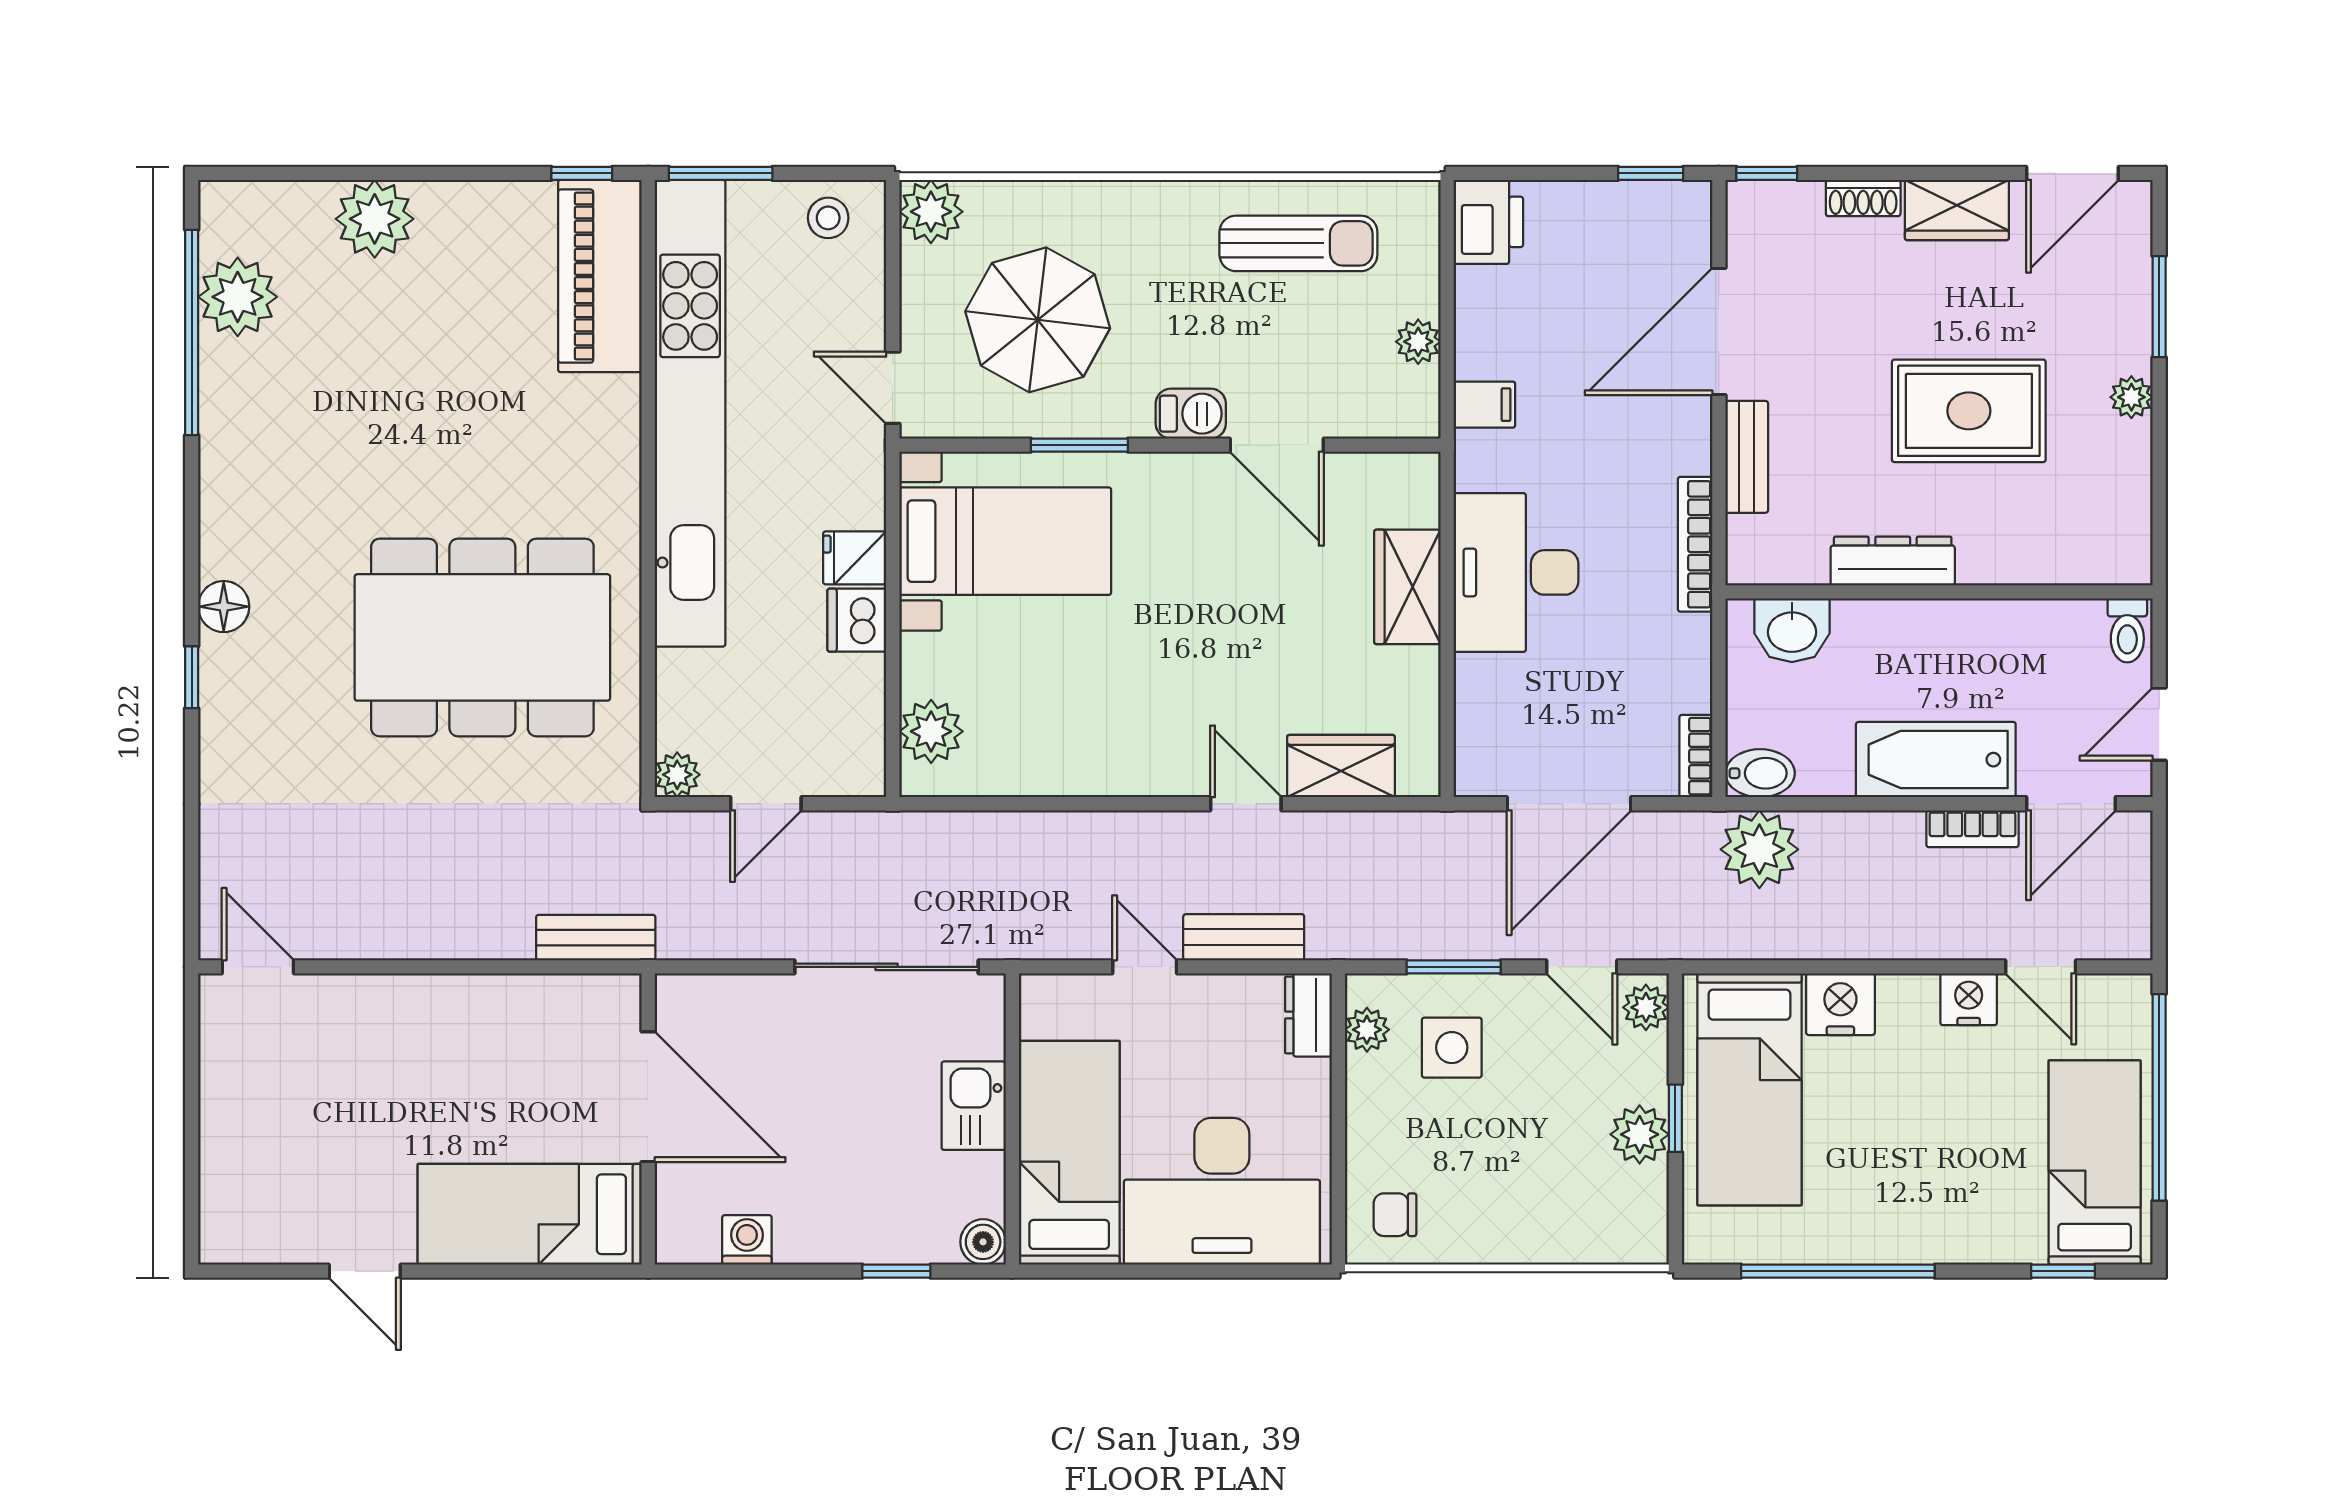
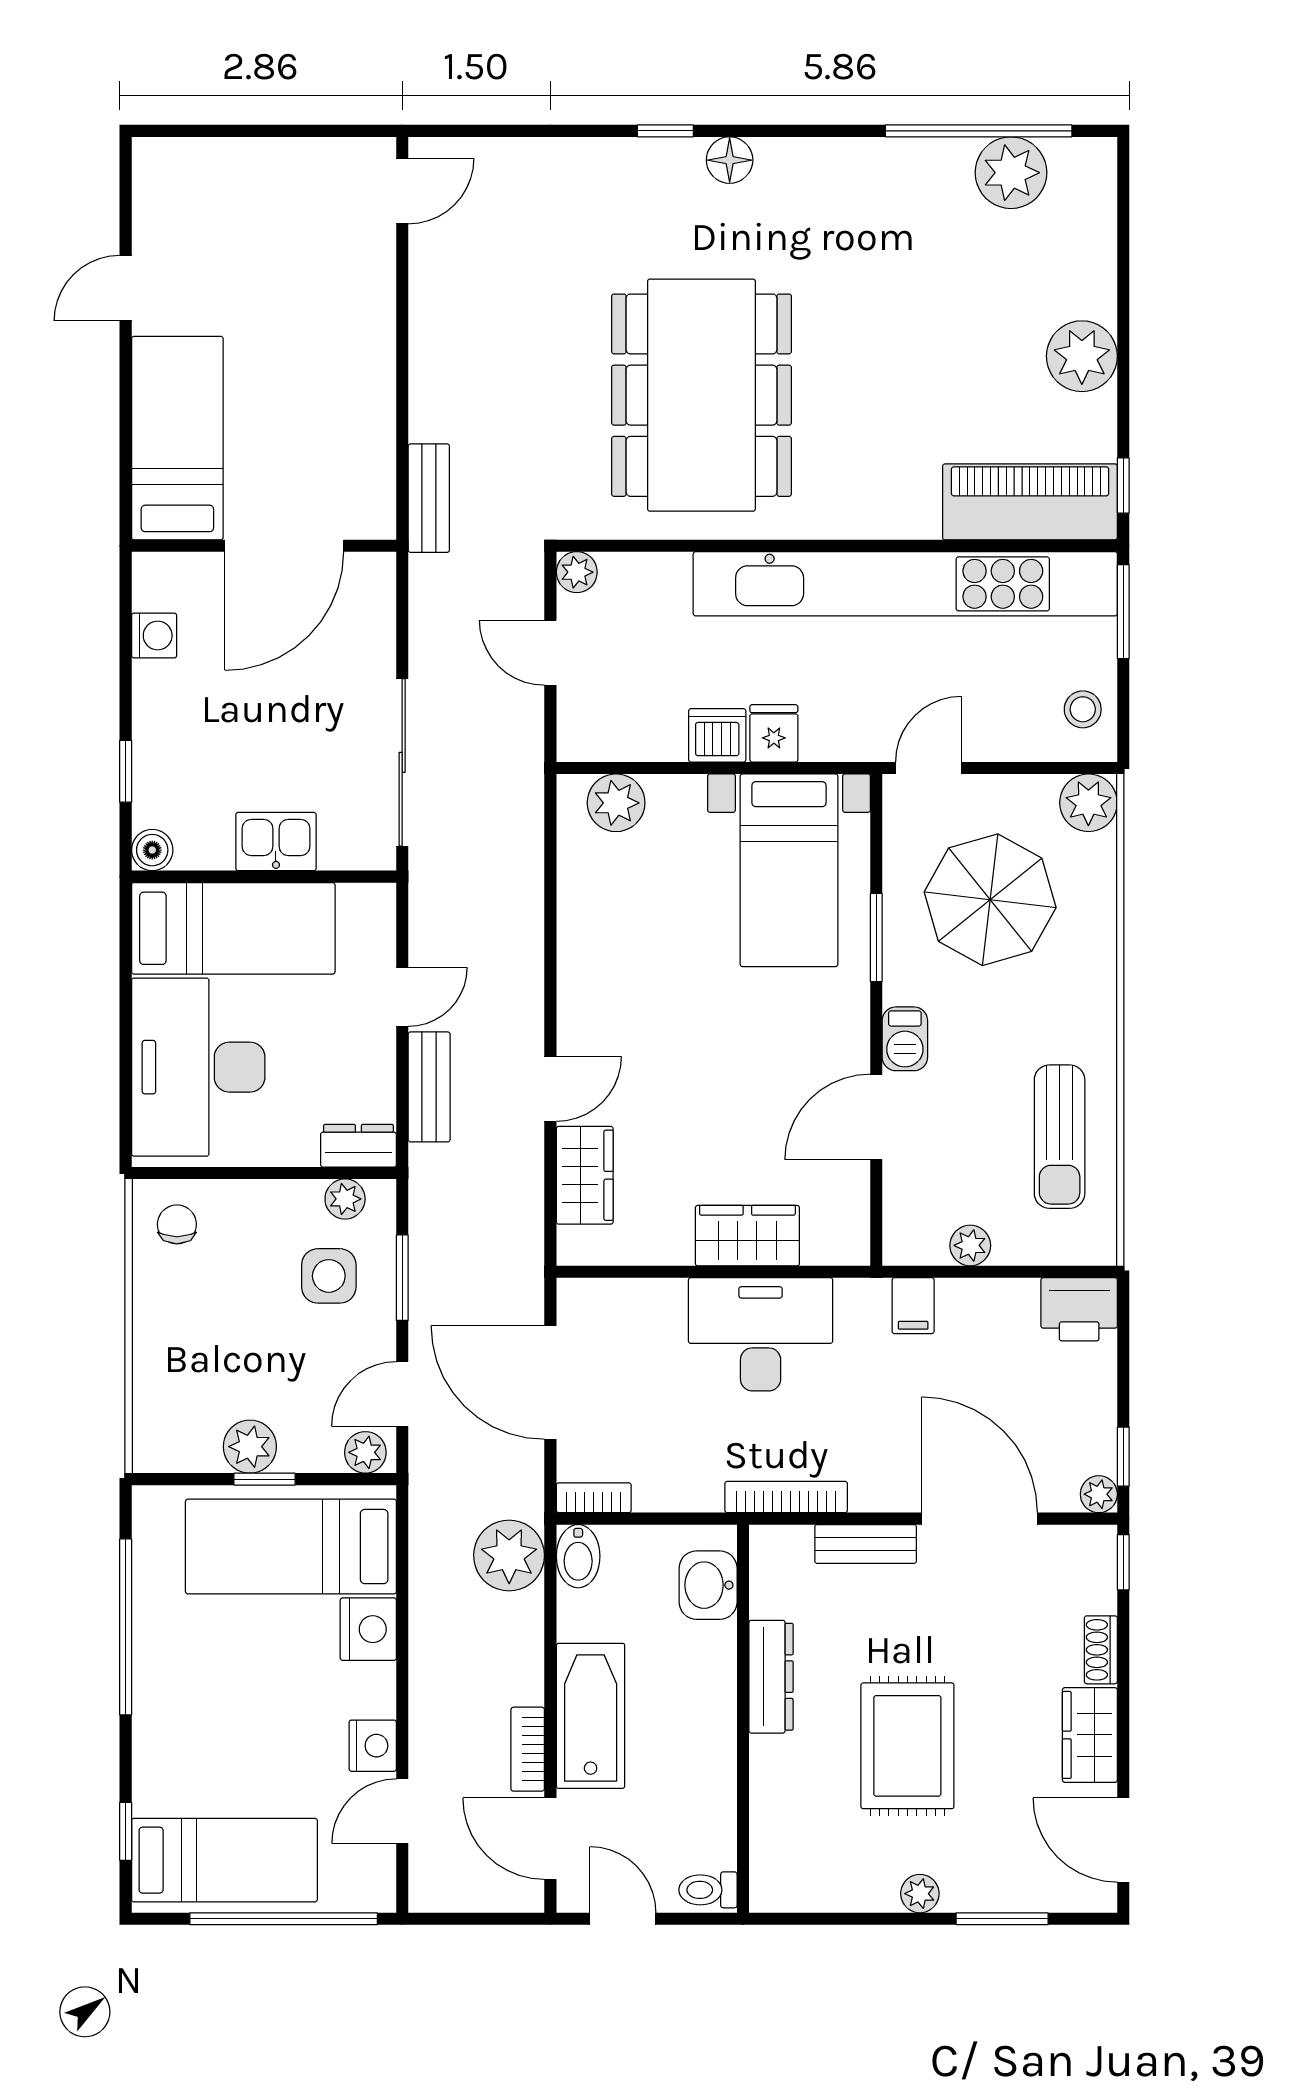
plant: (1692, 200) -> (1099, 1494), added
plant: (375, 219) -> (1082, 356), moved

